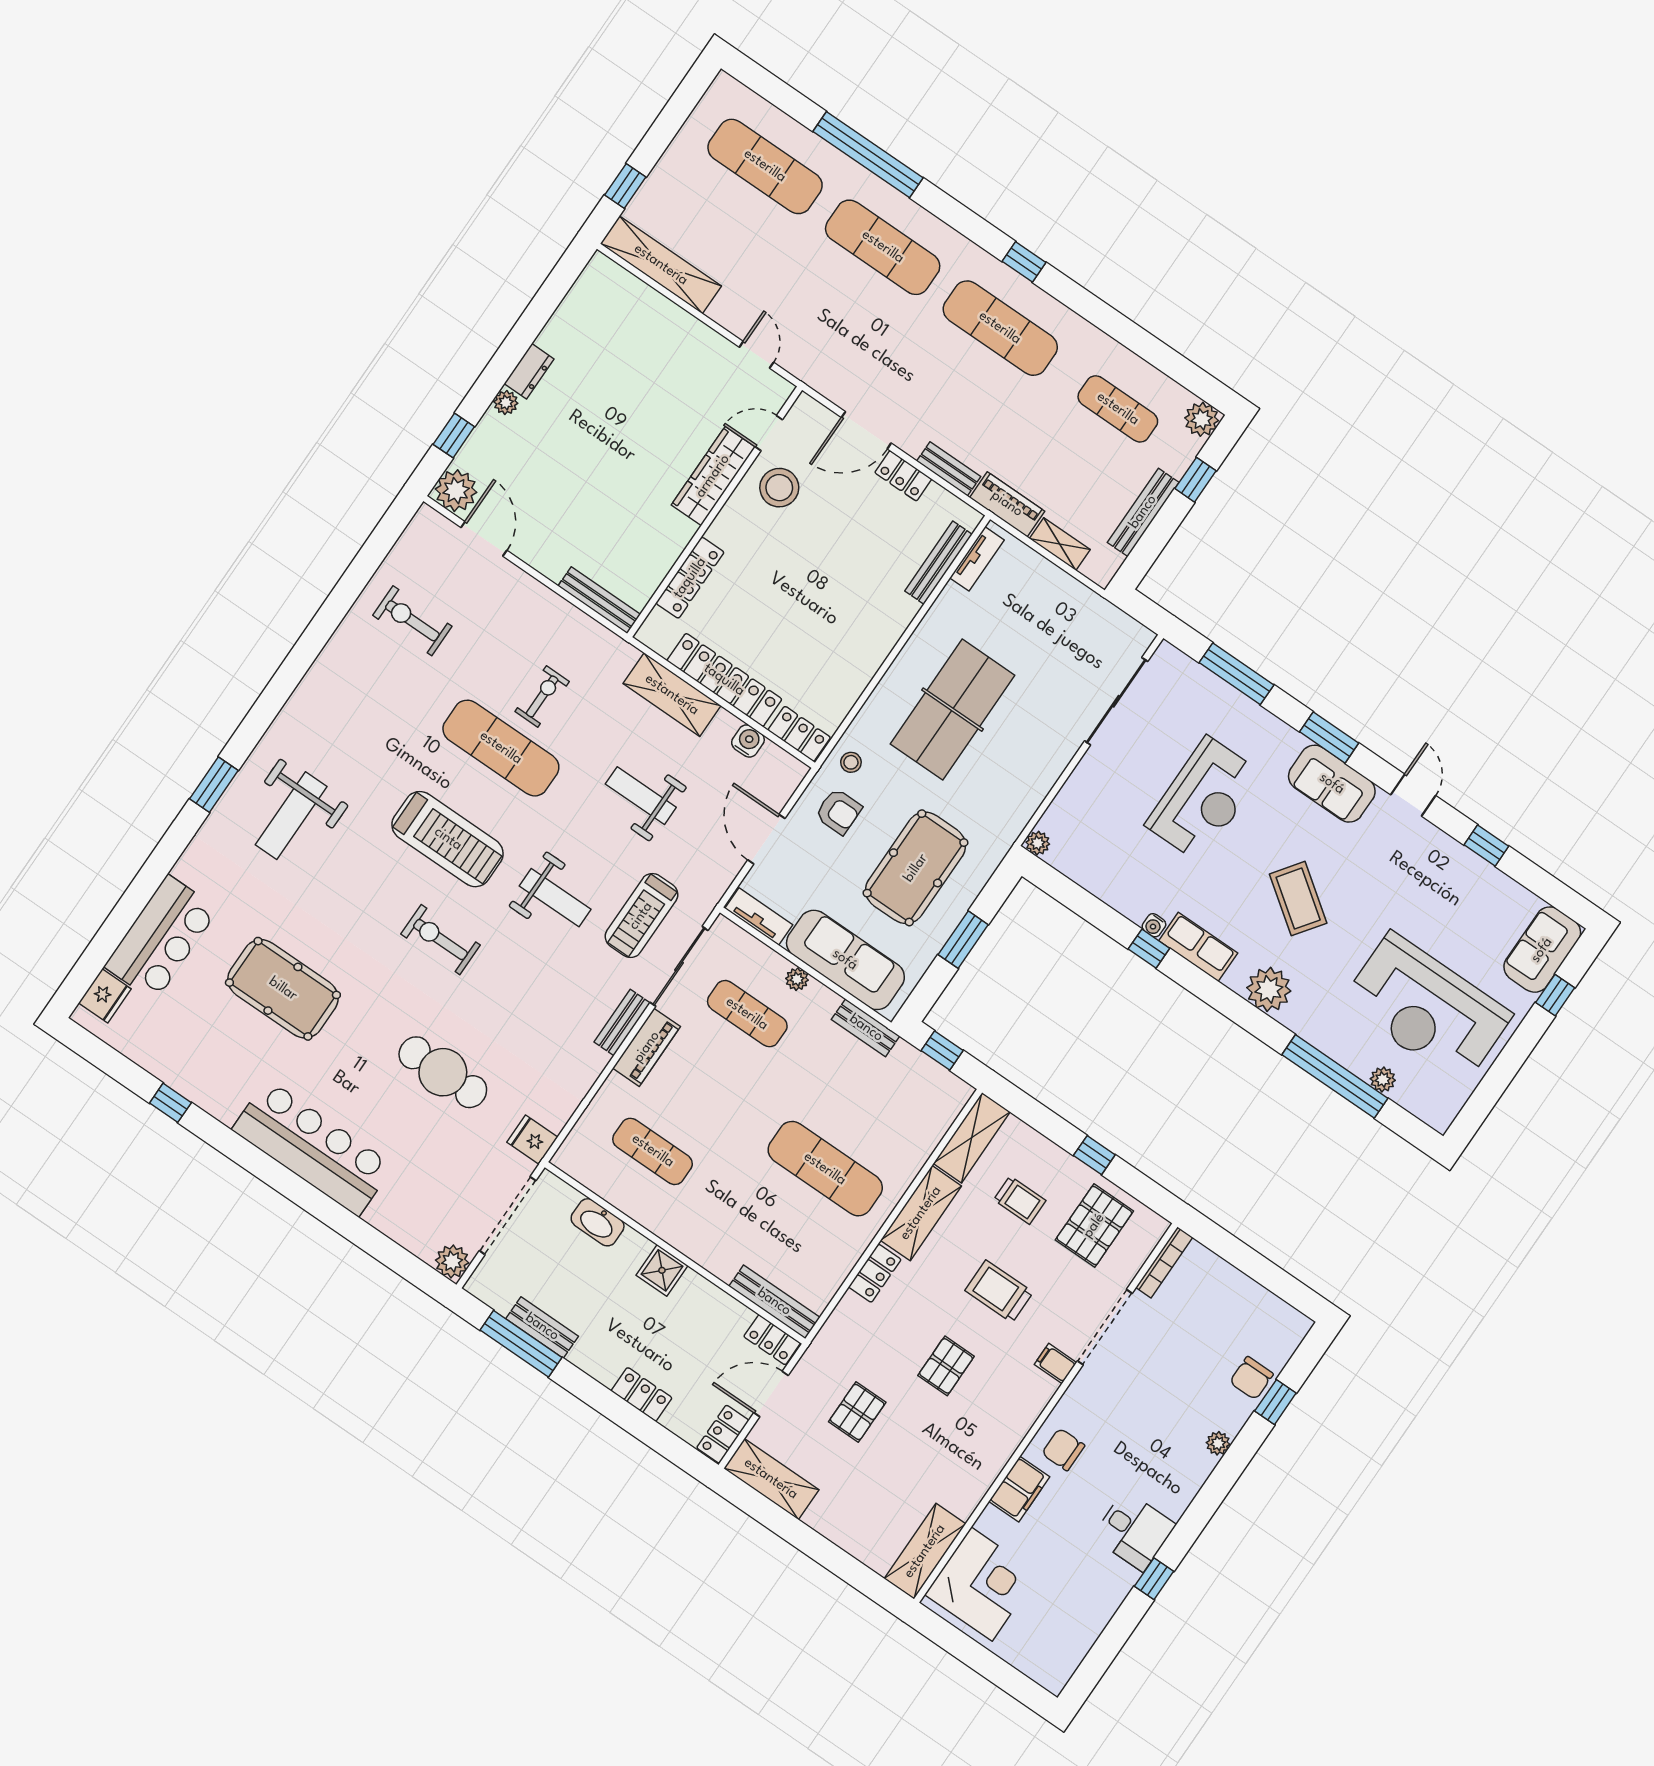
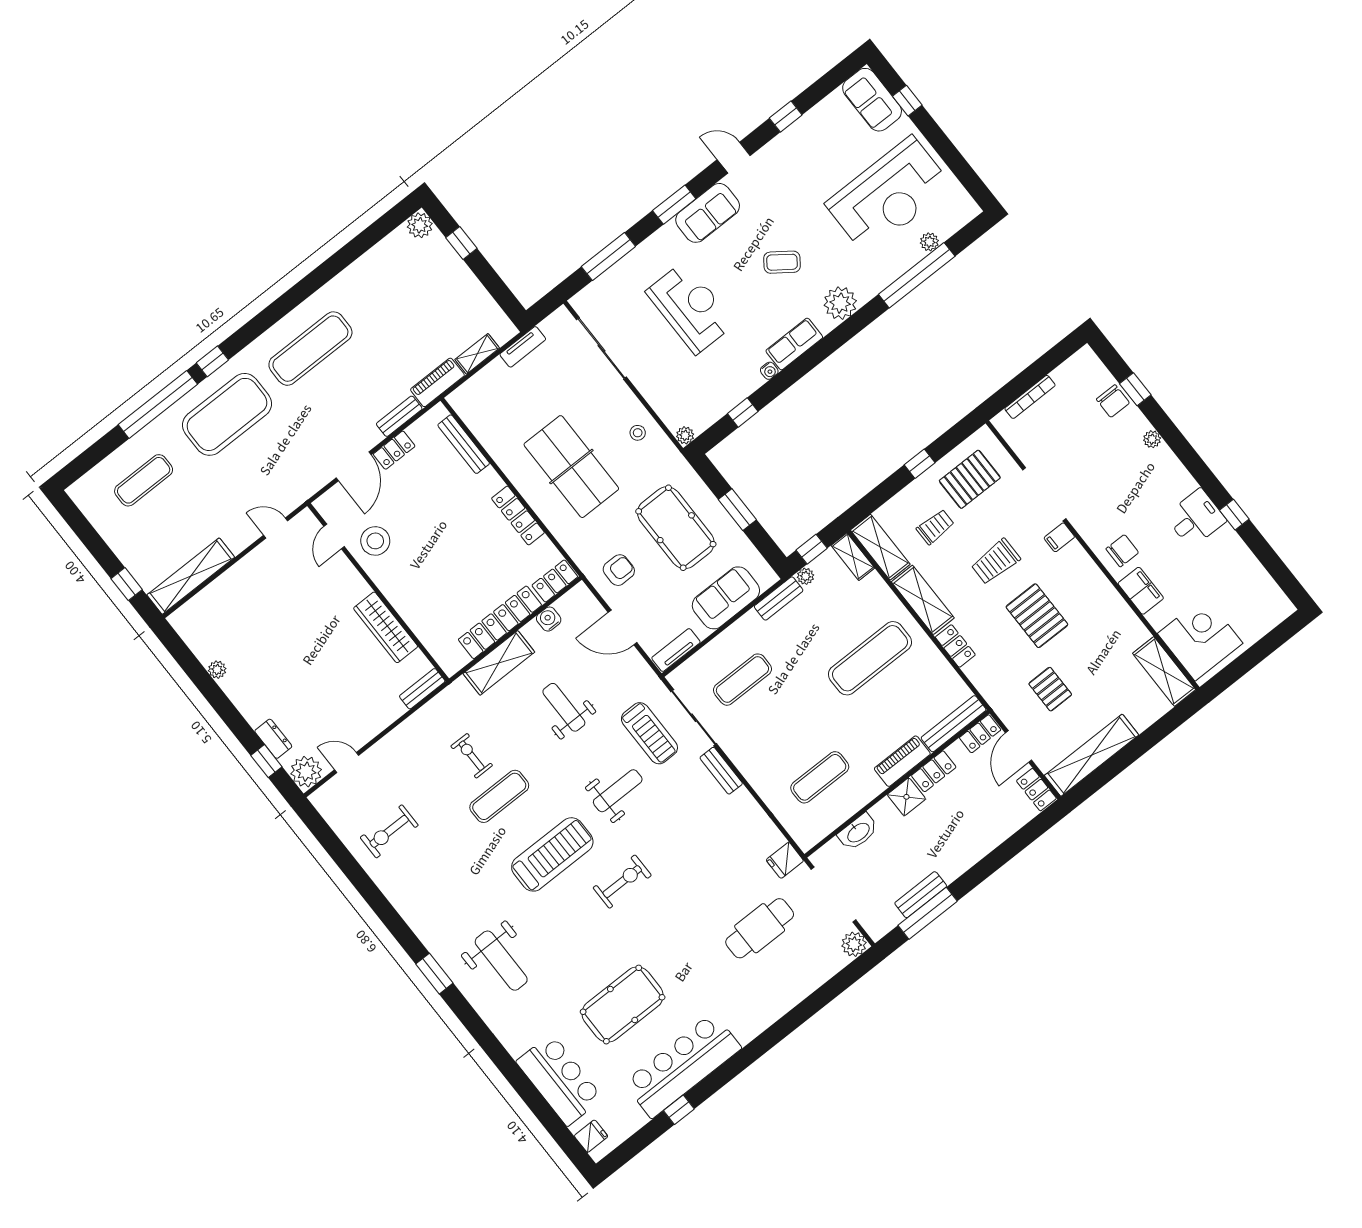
exercise mat: (765, 166) -> (144, 480), width x0.73, depth x0.69
exercise mat: (883, 247) -> (227, 414), width x1.47
window: (1024, 262) -> (212, 361), moved
dresser: (529, 371) -> (273, 739), moved
plant: (506, 402) -> (217, 670), moved
exercise mat: (1118, 409) -> (394, 283), removed
wardrobe: (713, 476) -> (386, 627), moved
bench: (1143, 512) -> (473, 287), removed
door: (484, 539) -> (347, 762), width x0.73
tv unit: (977, 559) -> (523, 347), moved, turned 90
locker: (690, 578) -> (518, 515), moved, turned 180
bench: (599, 600) -> (422, 689), width x0.73
exercise mat: (501, 748) -> (499, 796), width x0.73, depth x0.69
stool: (851, 762) -> (638, 433), moved
window: (214, 785) -> (434, 974), moved
weight bench: (641, 796) -> (564, 707), turned 90
coffee table: (1298, 899) -> (782, 262), width x0.73, depth x0.77
exercise bike: (441, 940) -> (622, 882), turned 180
window: (1149, 949) -> (743, 413), moved
sofa: (845, 960) -> (726, 598), width x0.73
plant: (797, 979) -> (805, 576), moved
fridge: (105, 996) -> (591, 1136), width x0.72
piano: (647, 1047) -> (902, 761), moved, turned -90
cafe table: (443, 1072) -> (760, 928), moved
shelving: (949, 1106) -> (853, 557), added
bar counter: (313, 1148) -> (683, 1065), moved
pallet: (1094, 1226) -> (970, 479), turned 90
bookcase: (1164, 1262) -> (1030, 397), moved, turned 90
pallet: (946, 1366) -> (1037, 616), width x1.50, depth x1.42
locker: (642, 1394) -> (934, 771), moved, turned 180
chair: (1063, 1449) -> (1122, 551), turned 180
shelving: (771, 1479) -> (1092, 755), width x1.47

